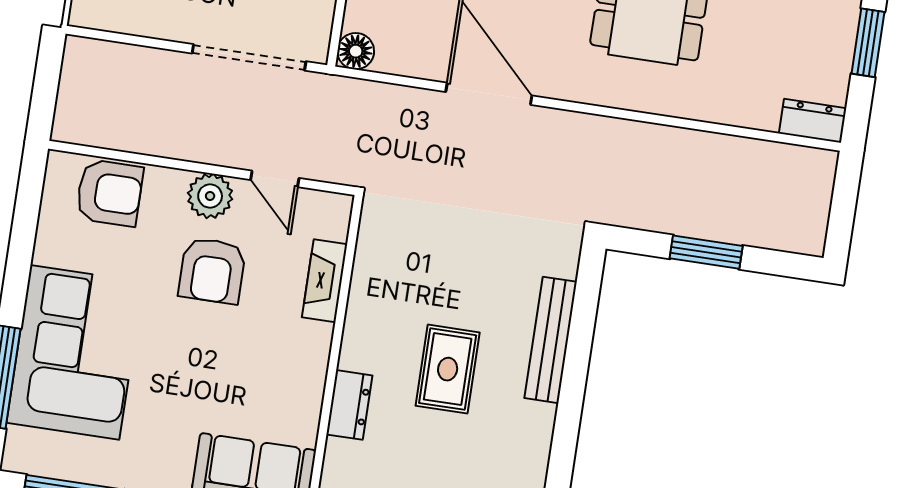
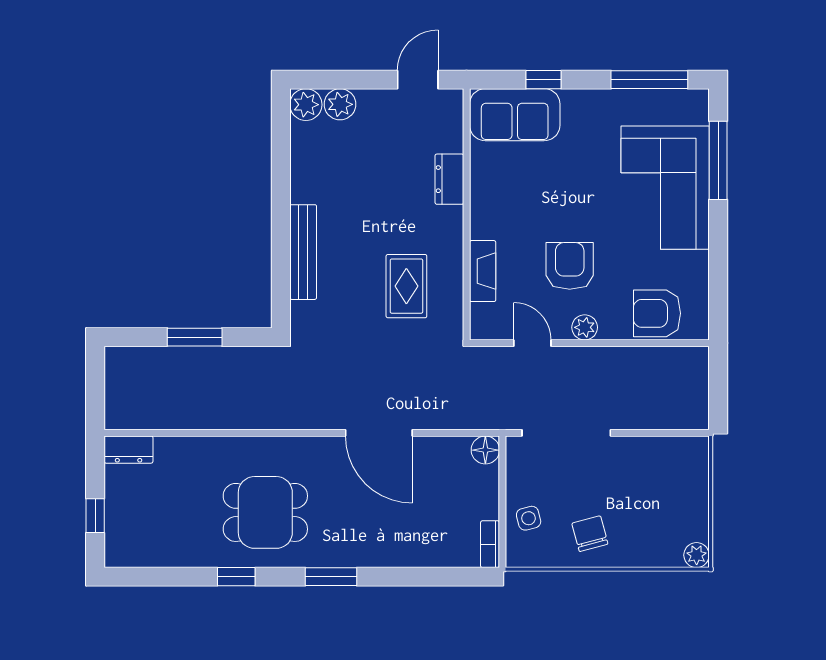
window: (868, 43) -> (95, 516), width x0.67
plant: (210, 196) -> (585, 327), width x0.73, depth x0.73
rug: (448, 369) -> (406, 286), moved

